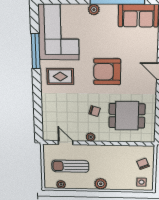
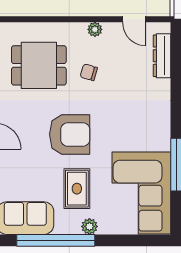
rug: (60, 76) -> (77, 189), moved, turned 90
dresser: (47, 120) -> (162, 56), added

